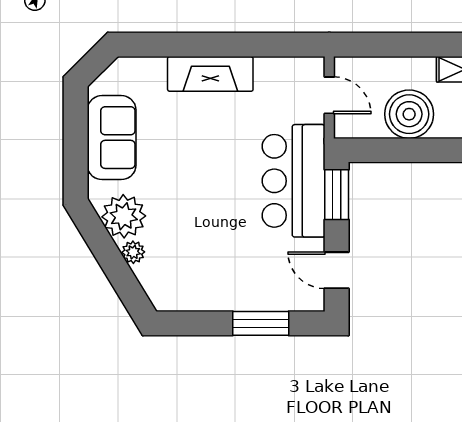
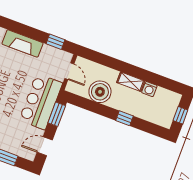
window: (278, 45) -> (56, 42), added
door: (337, 270) -> (45, 146), hinge flipped

